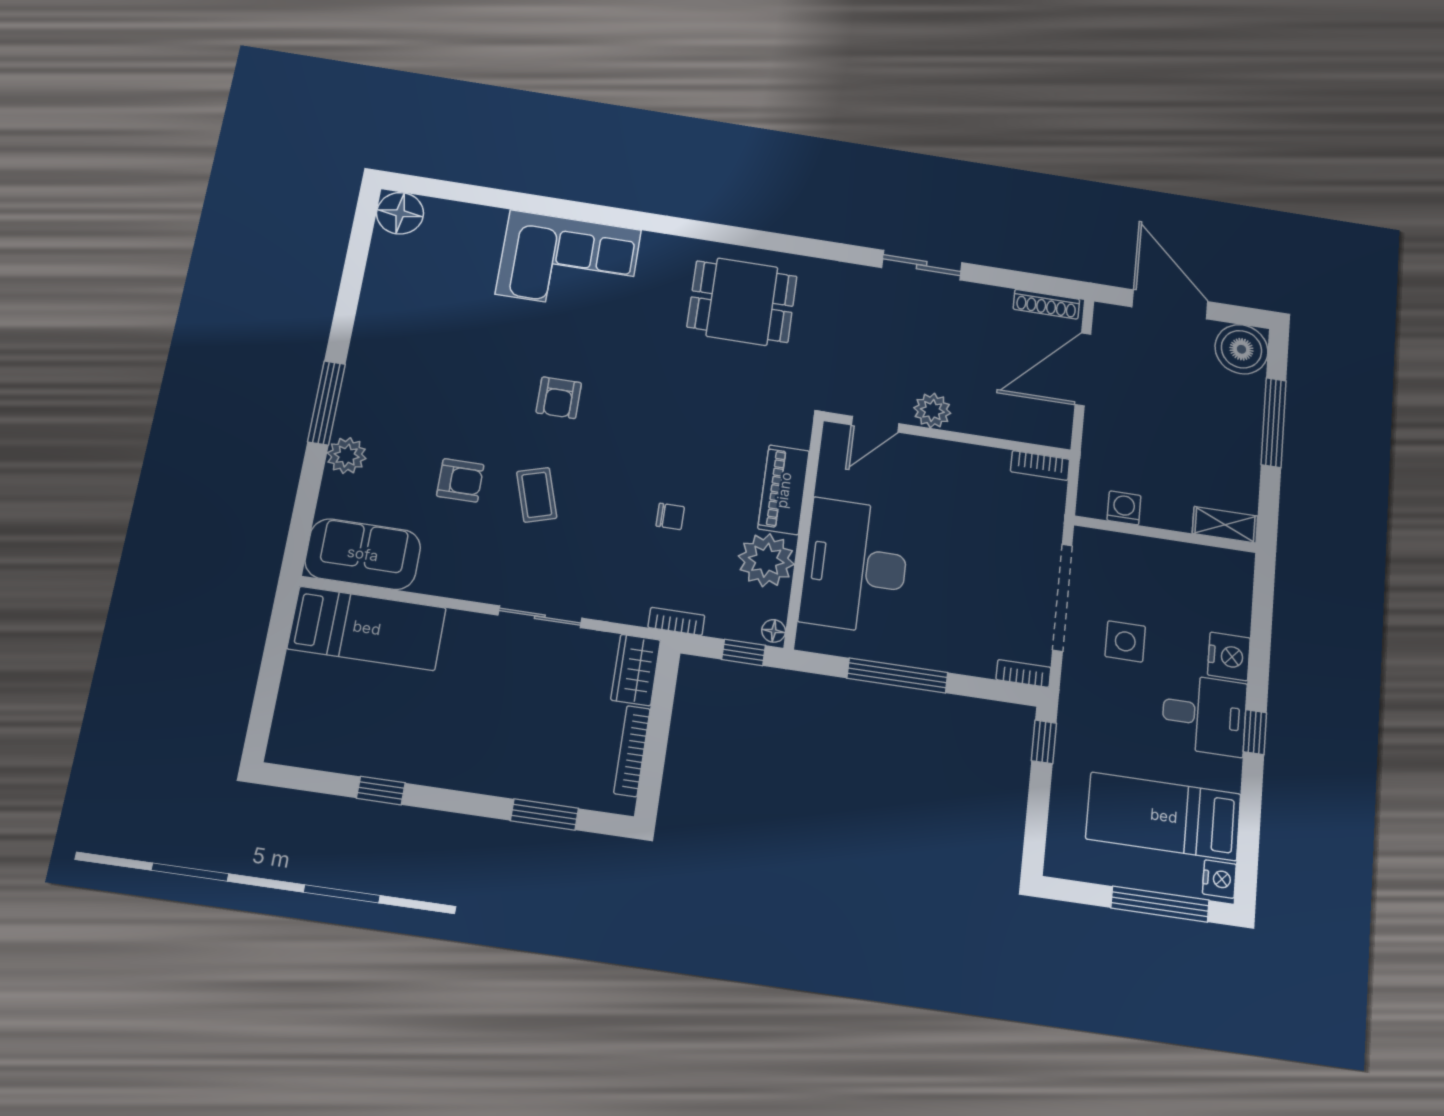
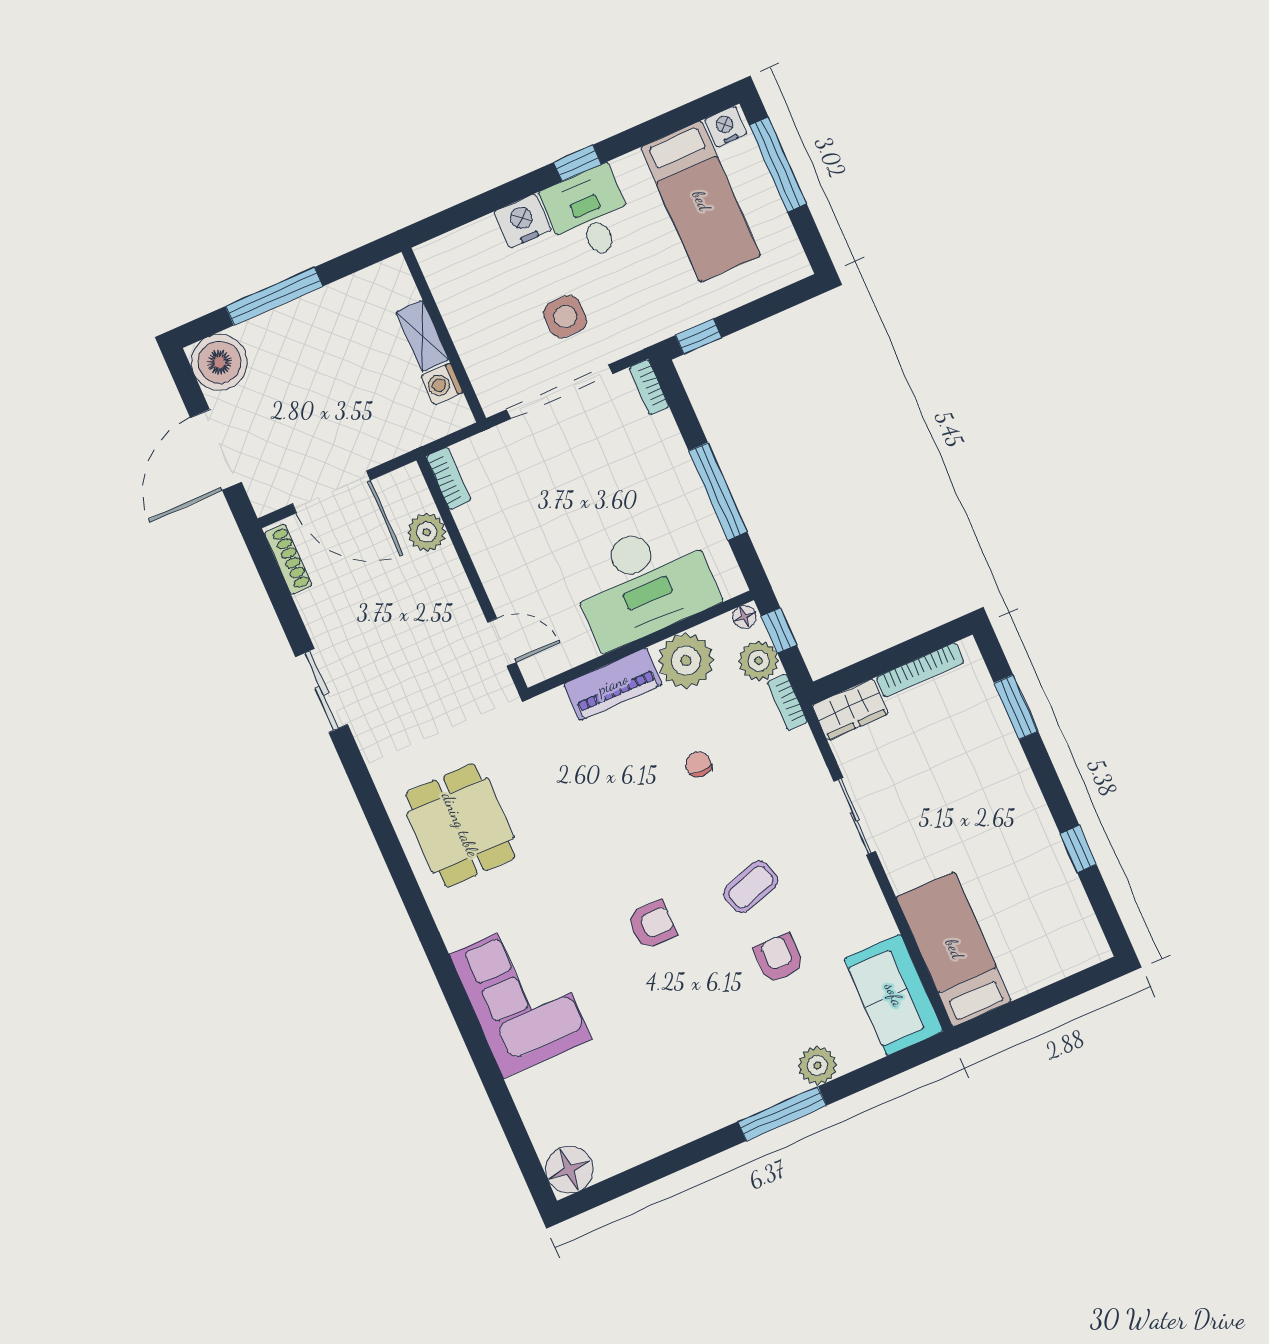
plant: (932, 410) -> (427, 532), moved
shelving: (1225, 525) -> (422, 336), moved
plant: (728, 620) -> (759, 661), added

